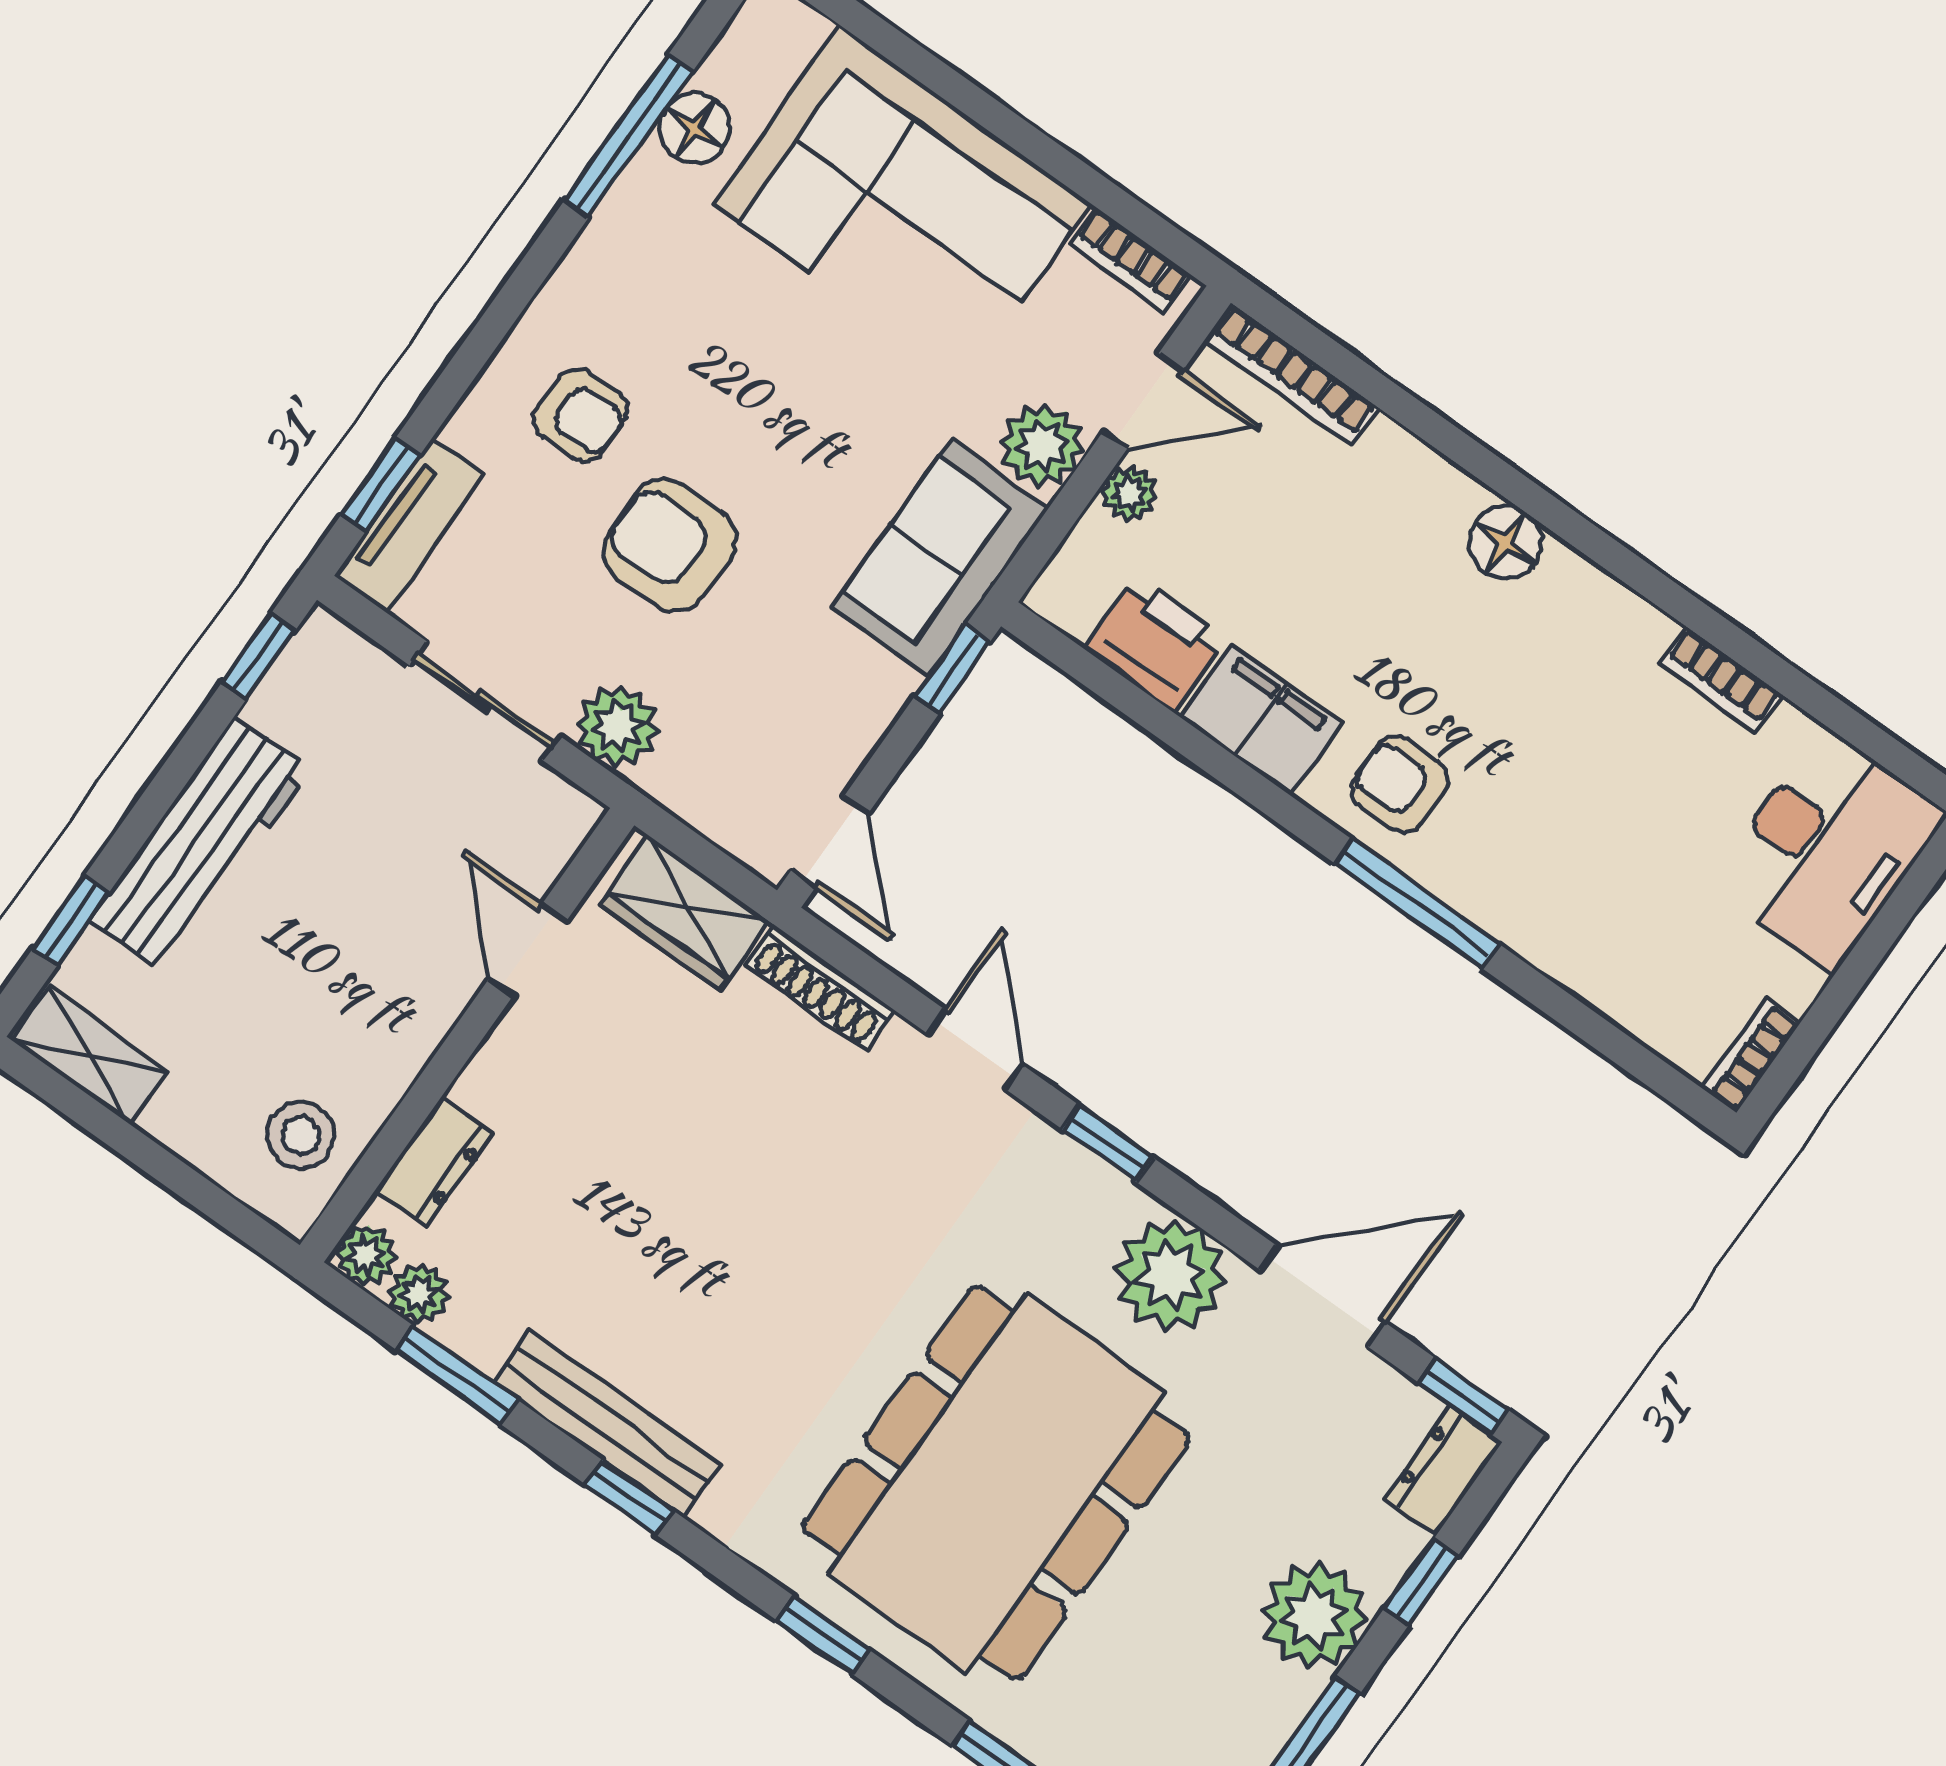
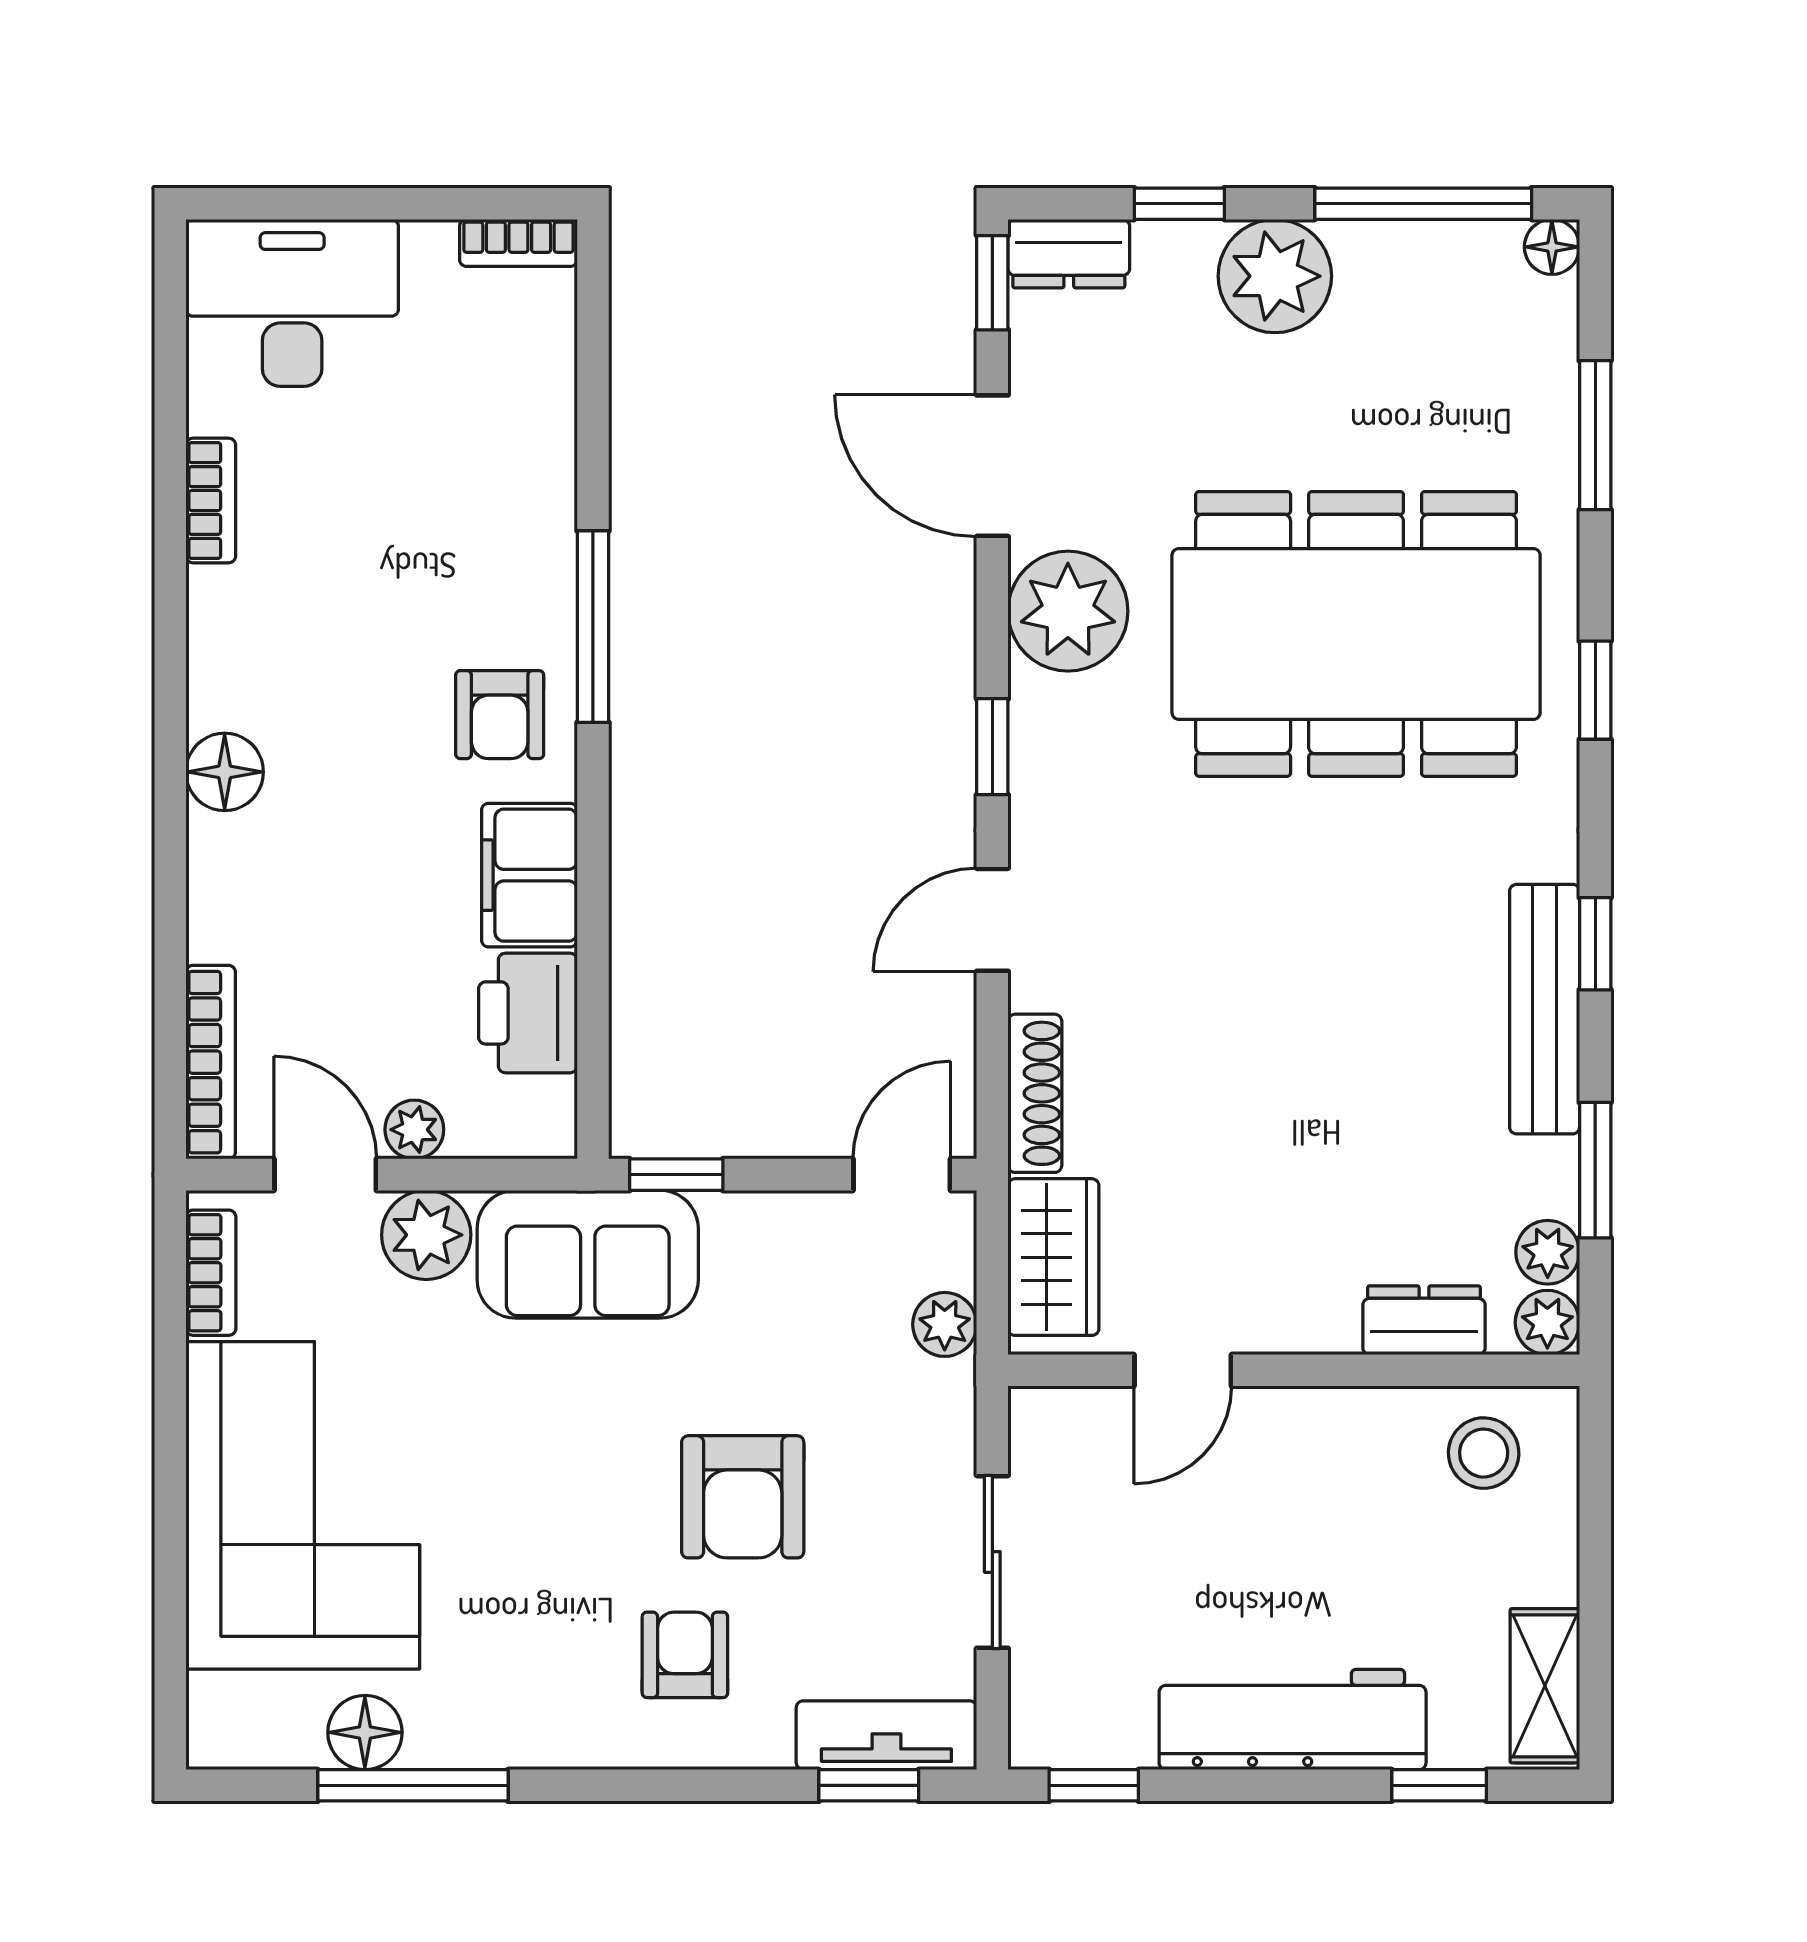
plant: (617, 726) -> (945, 1324), moved, width x0.73, depth x0.73

